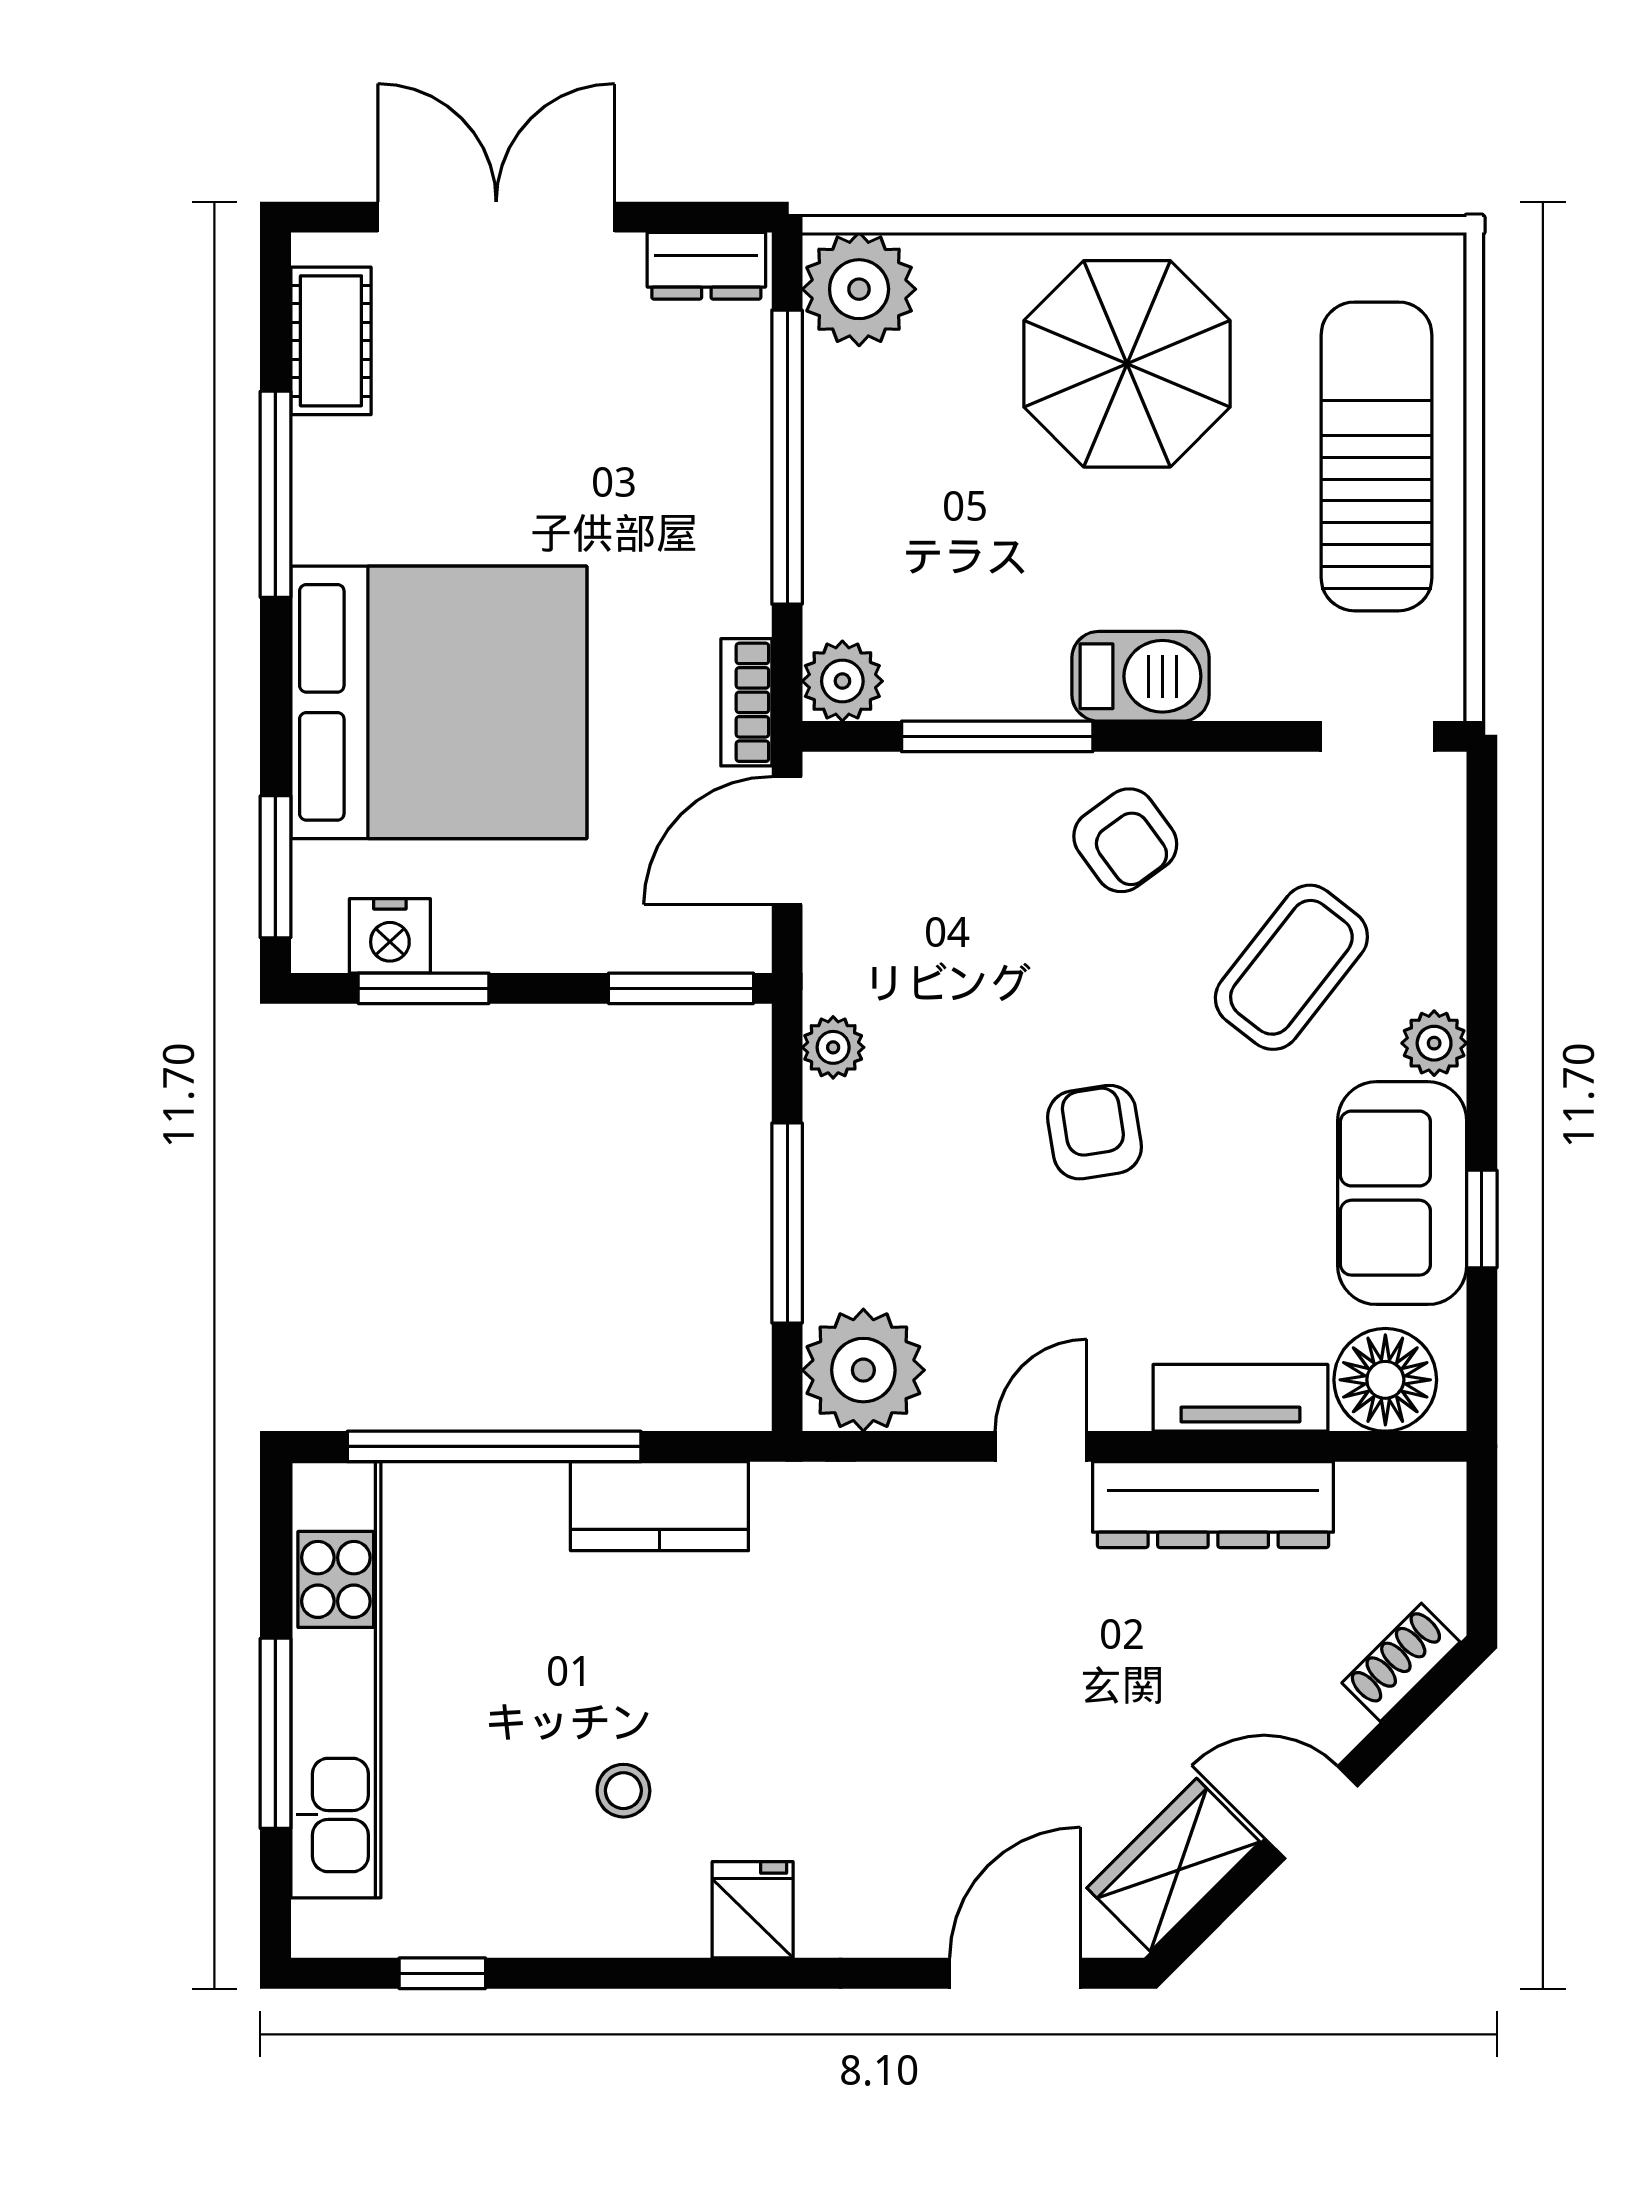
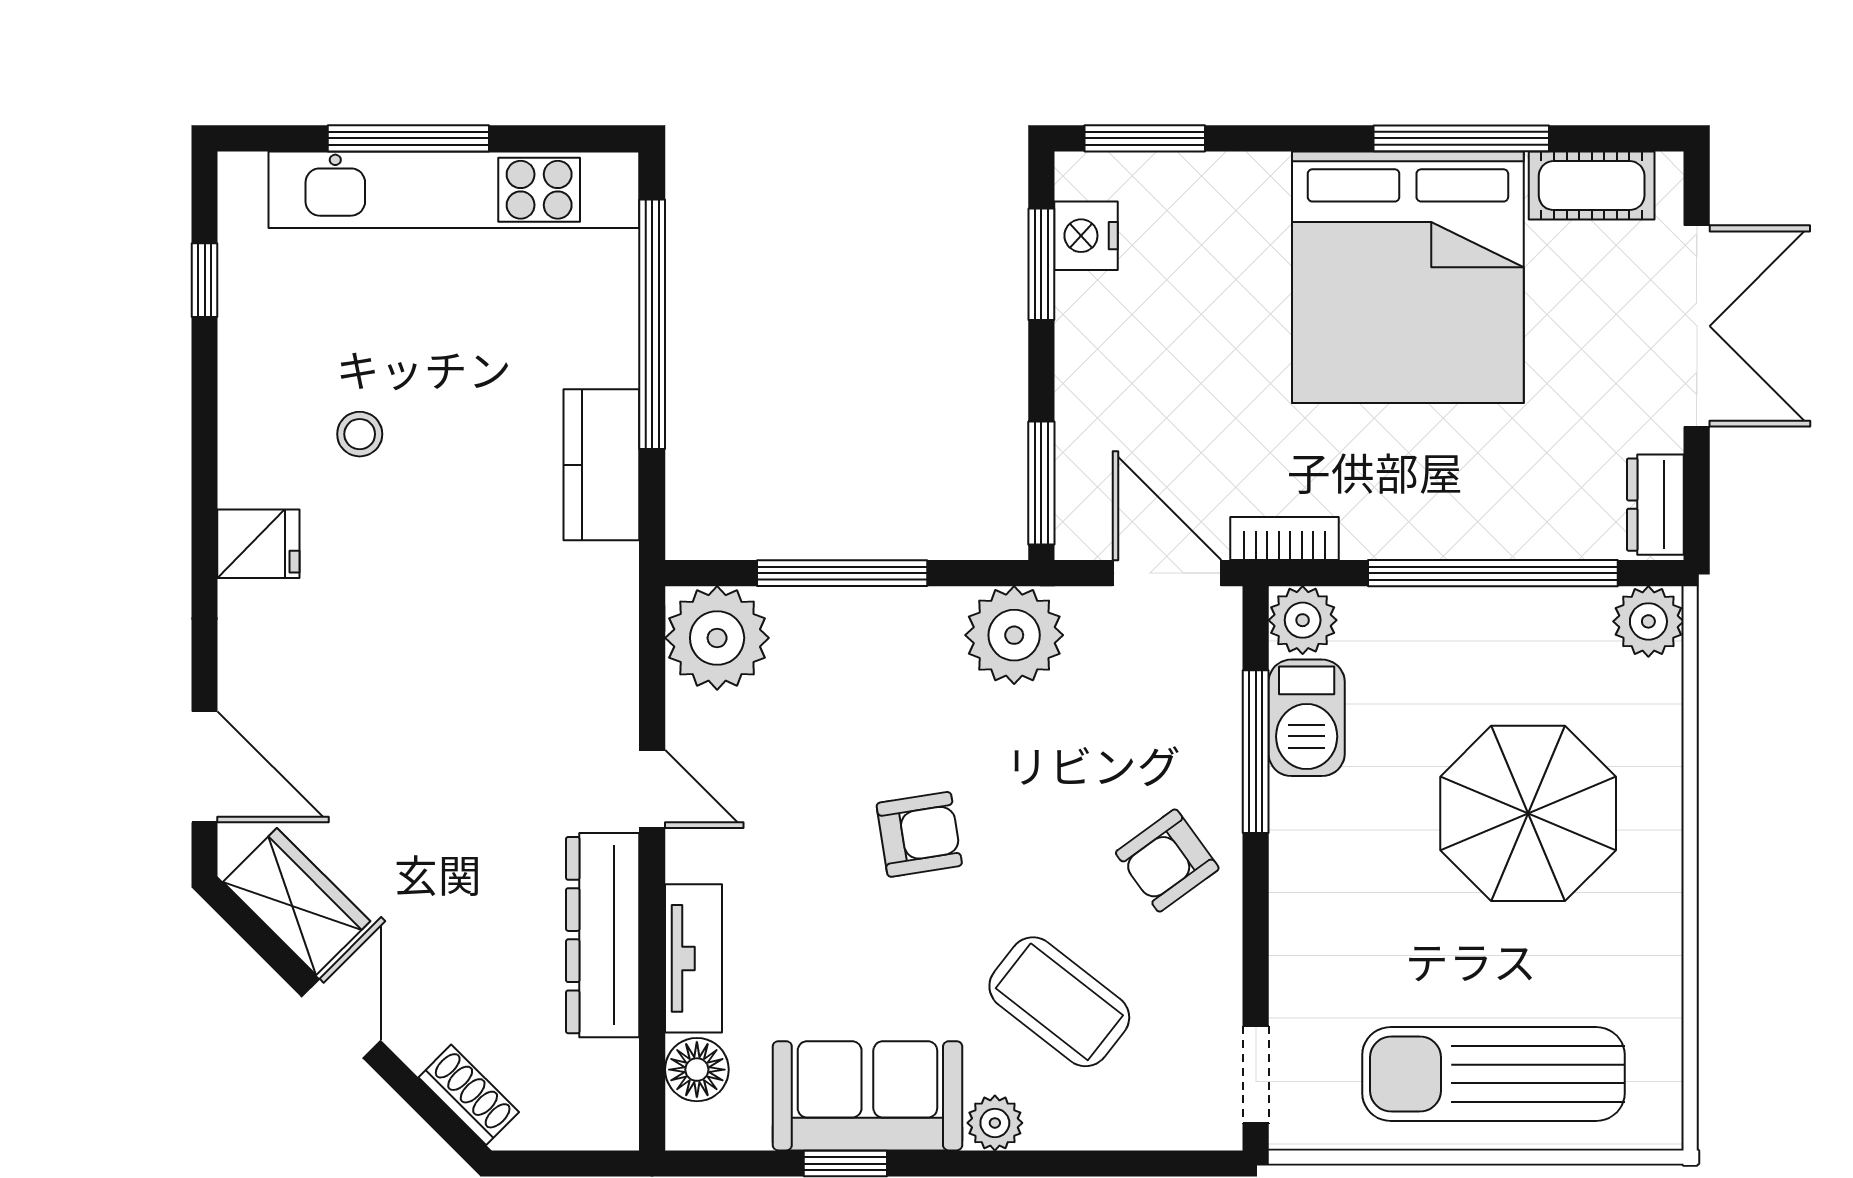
plant: (859, 289) -> (1648, 621), width x0.73, depth x0.73
parasol: (1127, 364) -> (1528, 813), moved
sun lounger: (1377, 456) -> (1493, 1074), turned 180
barbecue: (1140, 676) -> (1307, 718), moved
bed: (439, 702) -> (1408, 277), moved
plant: (833, 1047) -> (1014, 635), width x1.88, depth x1.88
floor lamp: (1385, 1380) -> (697, 1070), width x0.73, depth x0.73

